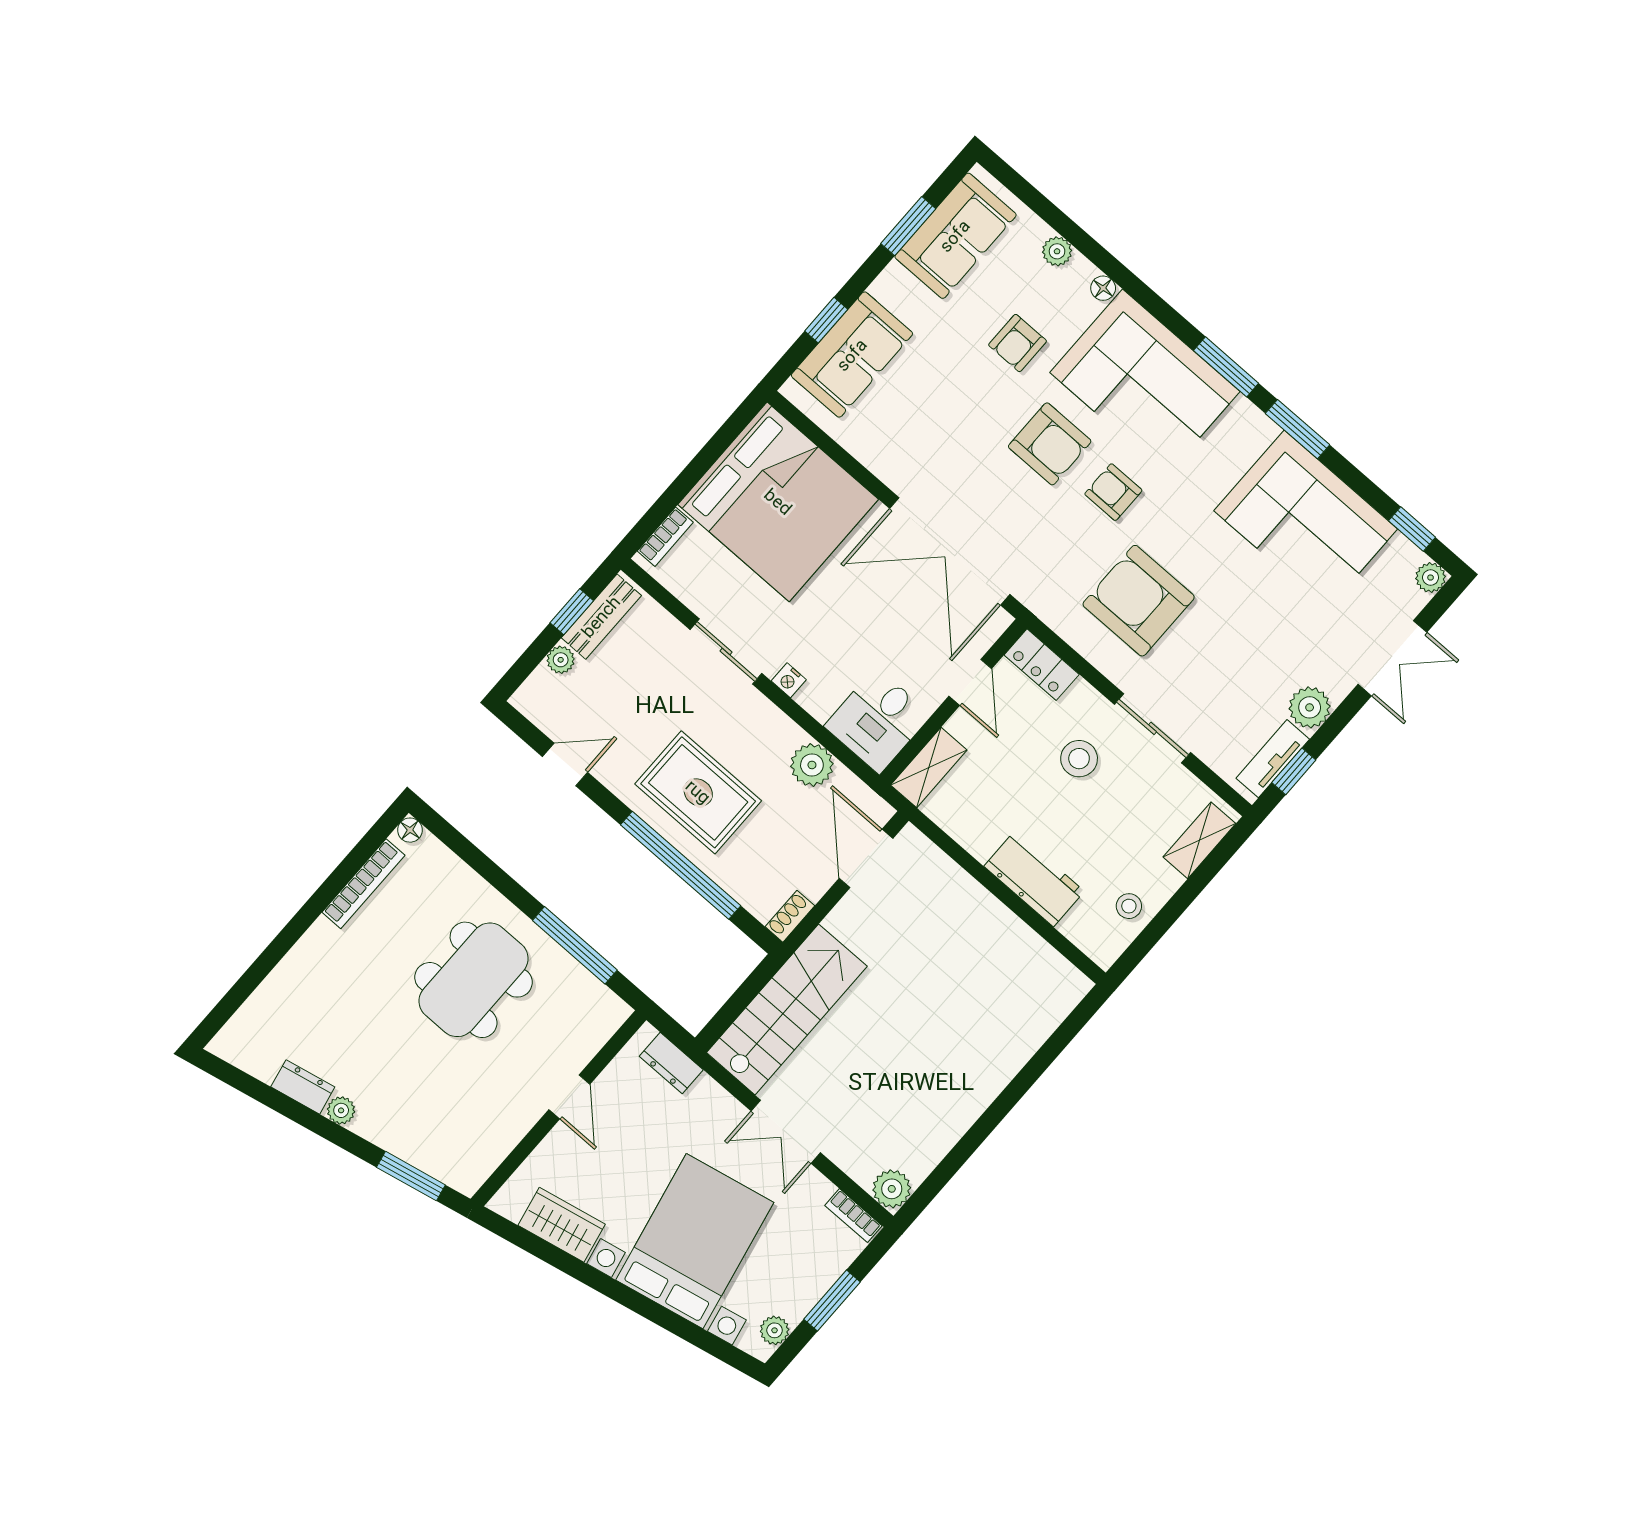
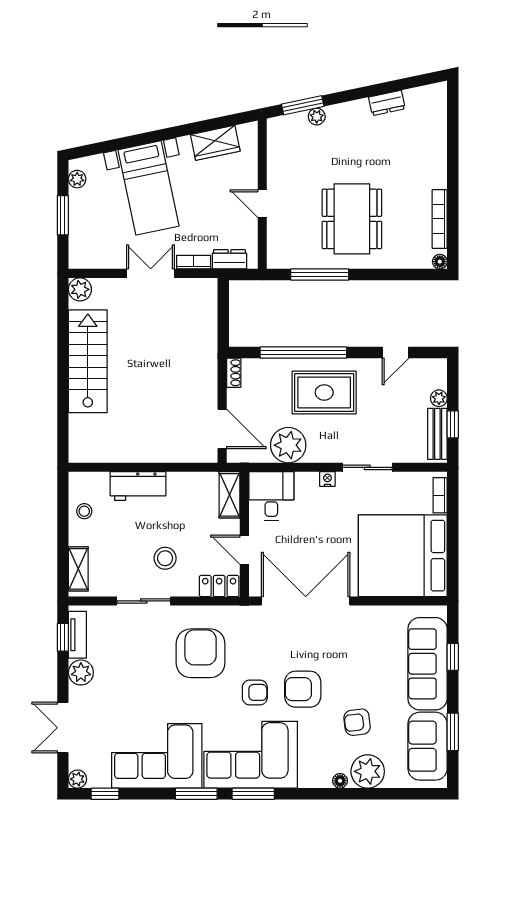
plant: (1057, 251) -> (368, 771), width x1.87, depth x1.87
armchair: (1018, 343) -> (357, 722), turned -97
sofa: (852, 355) -> (428, 664), width x1.36
corner sofa: (1145, 382) -> (251, 755), moved
armchair: (1139, 601) -> (201, 653), turned -90
plant: (812, 765) -> (288, 445), width x1.36, depth x1.36
stairs: (787, 1009) -> (88, 361), moved, turned 180
plant: (341, 1110) -> (317, 117), moved
bookcase: (853, 1216) -> (194, 262), moved
bed with nightstands: (695, 1241) -> (148, 188), width x0.73

